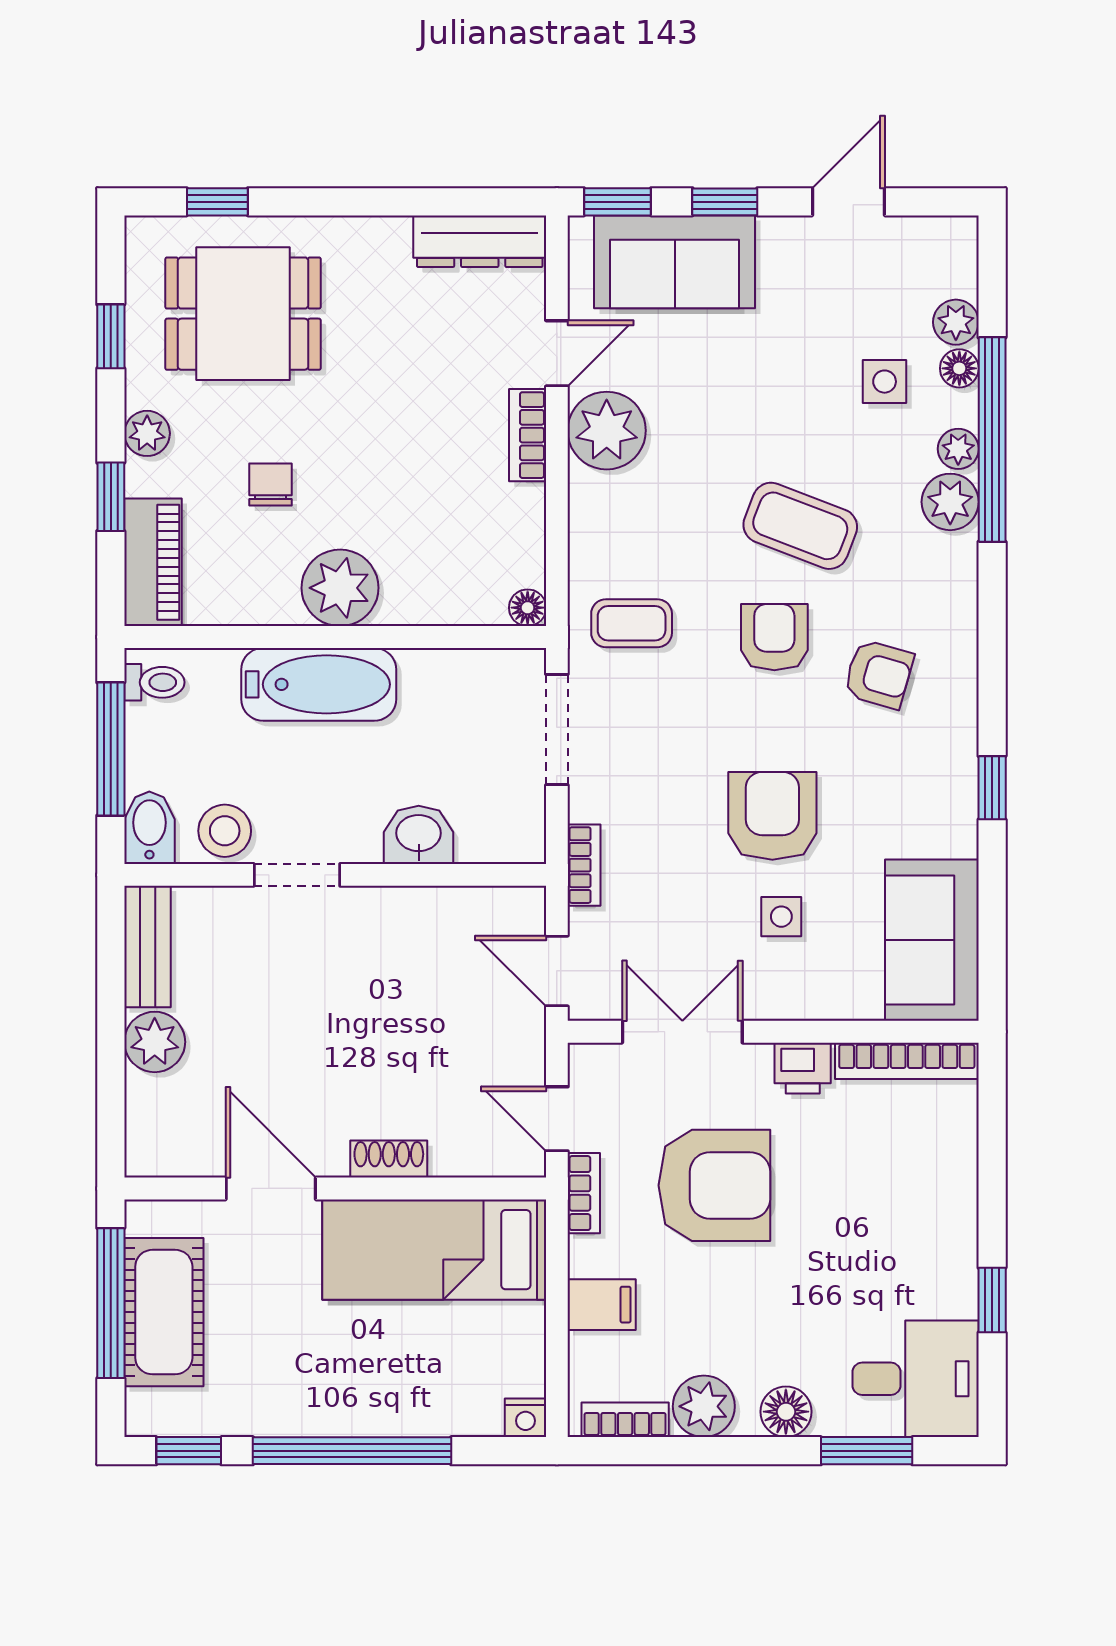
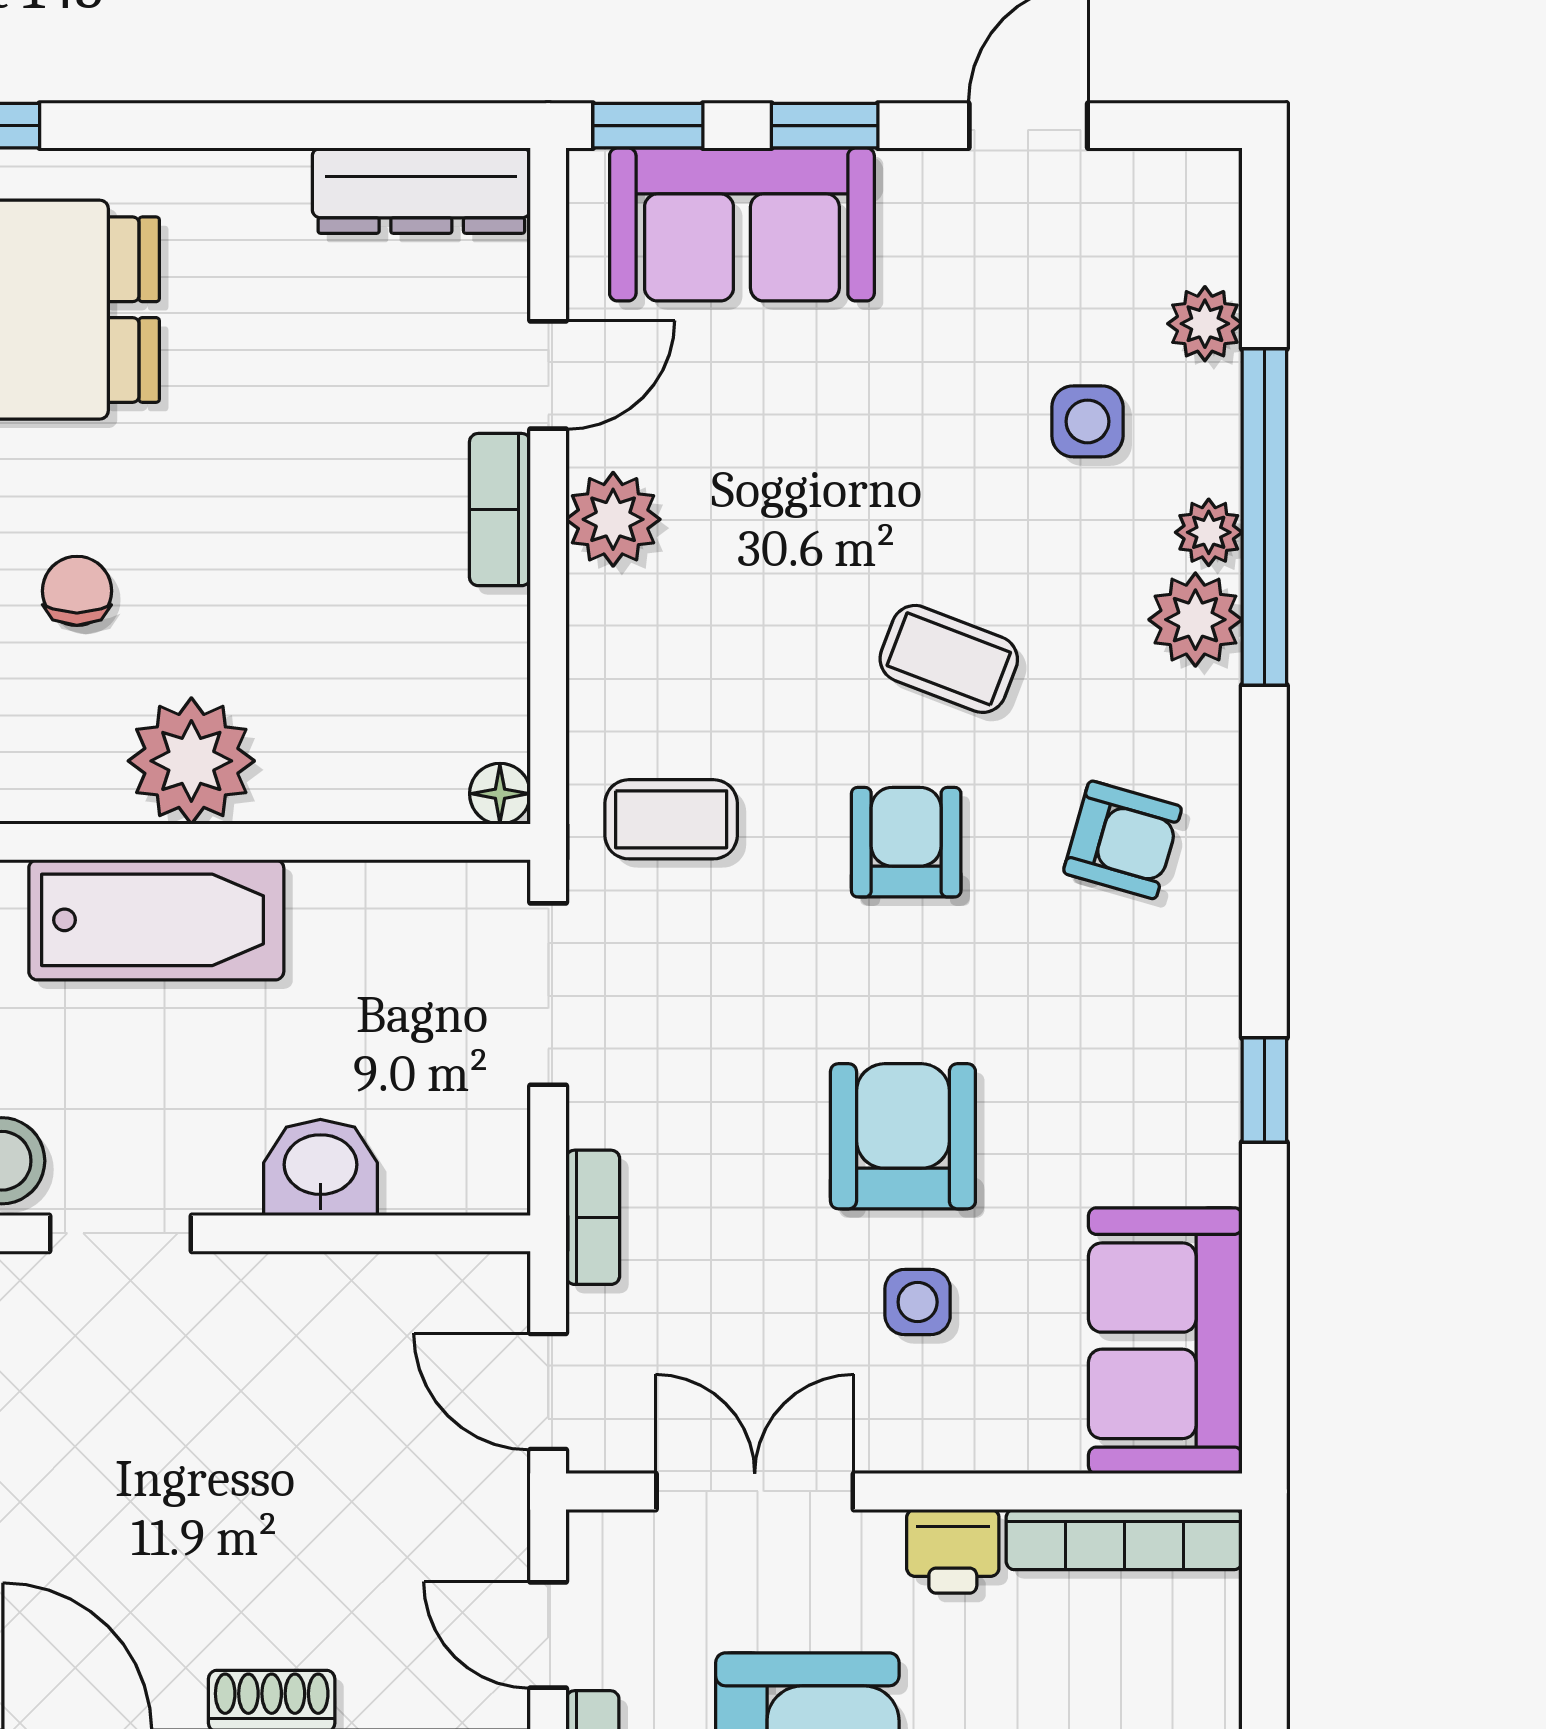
floor lamp: (959, 368) -> (1211, 400), removed
plant: (607, 431) -> (613, 519), width x0.73, depth x0.73
coffee table: (800, 526) -> (949, 659), width x0.73, depth x0.77
armchair: (879, 674) -> (1122, 840), moved

